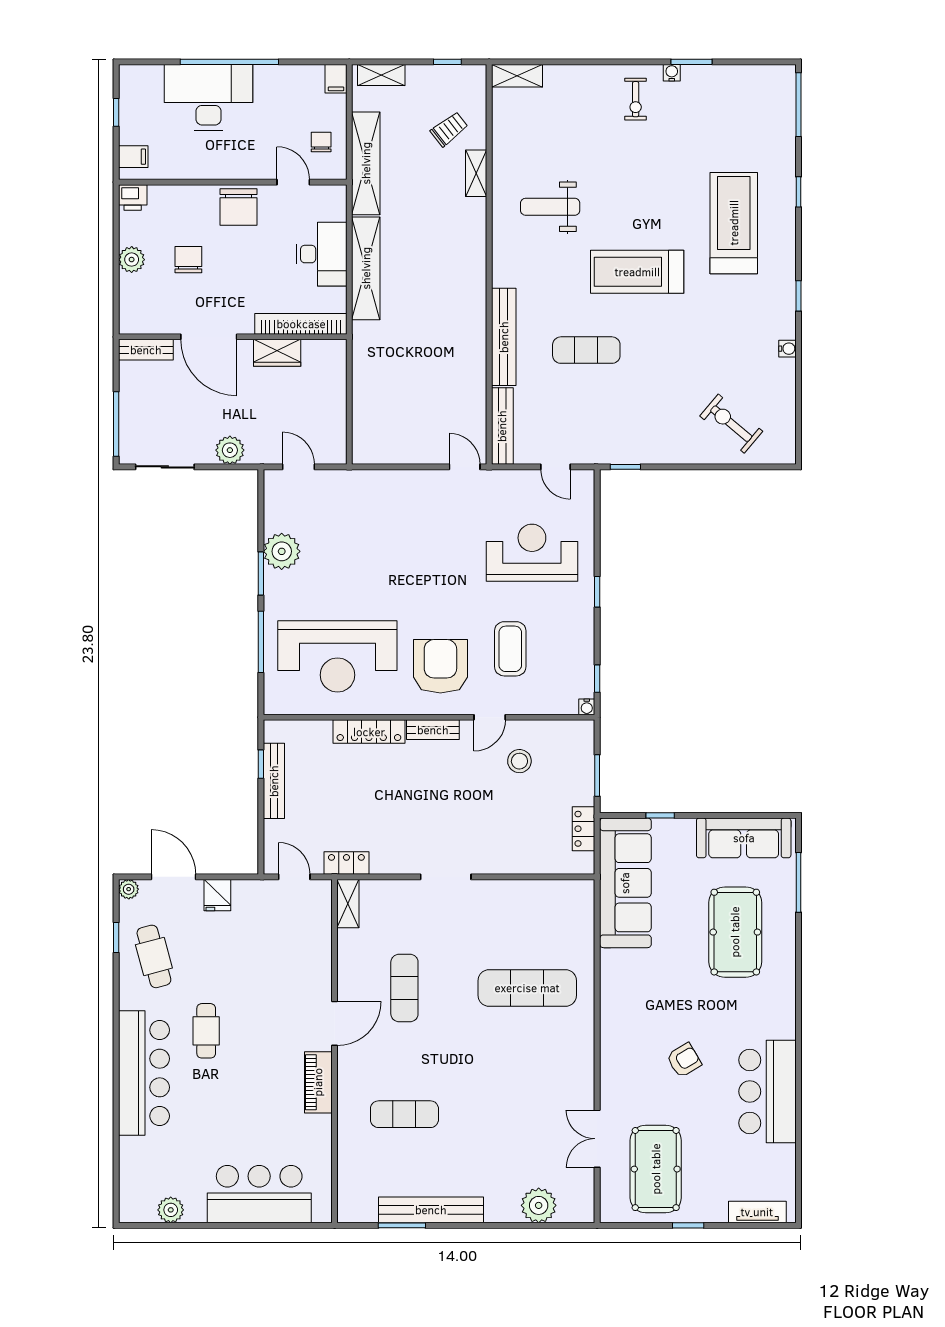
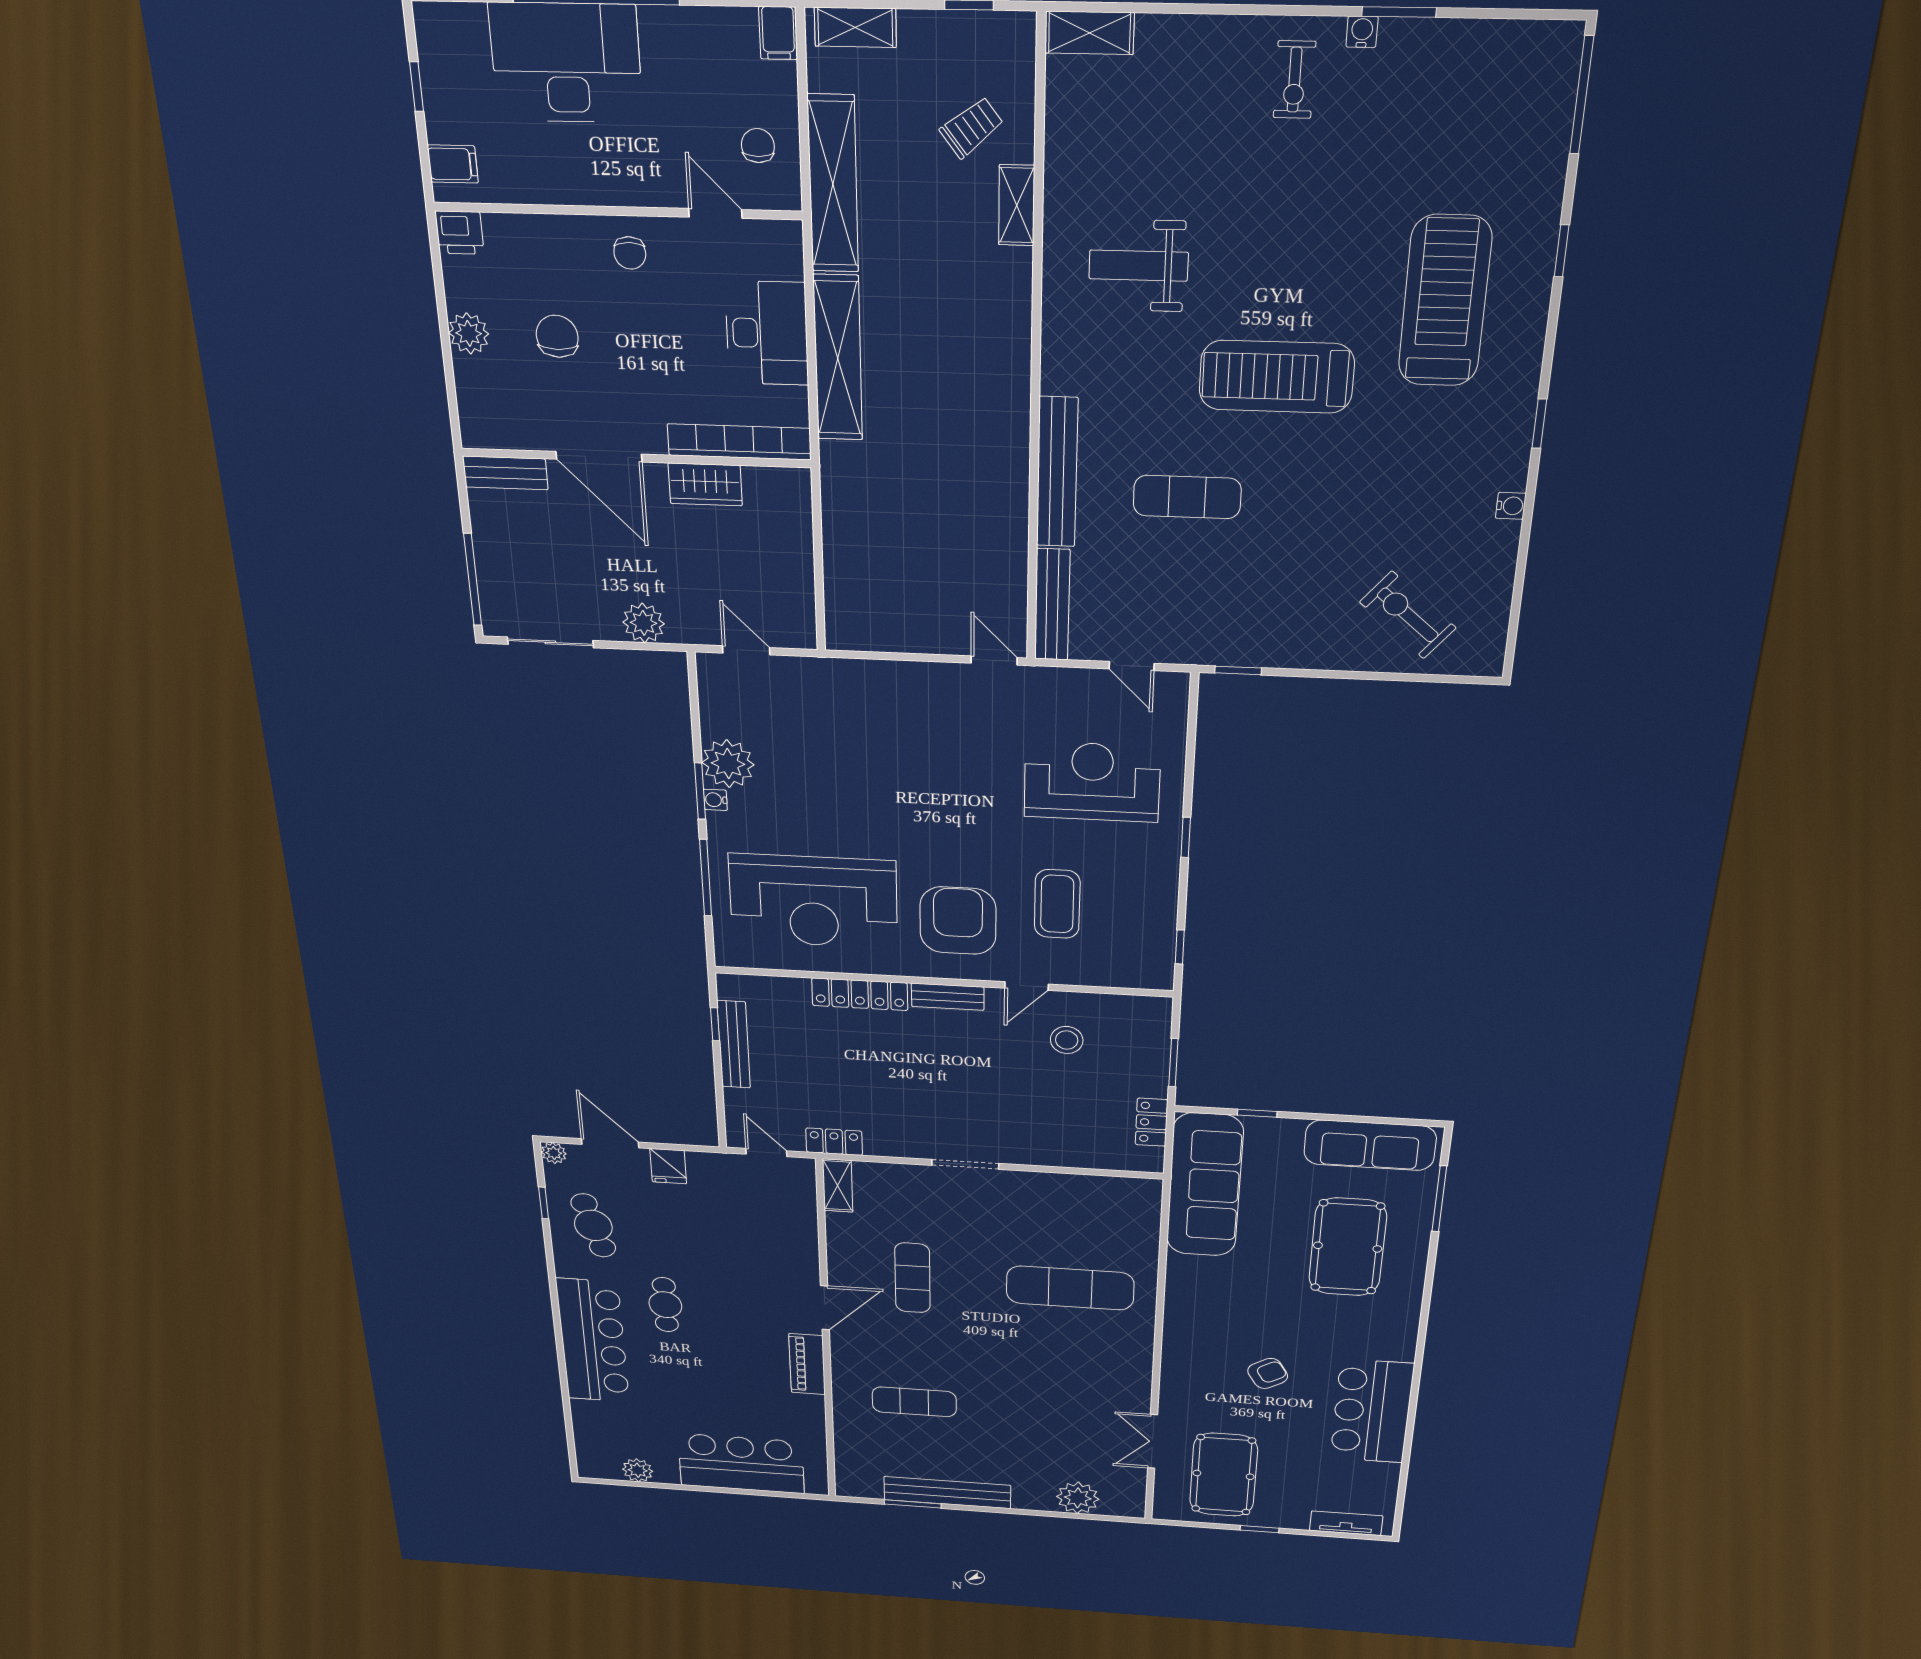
chair: (239, 207) -> (630, 253), width x0.54, depth x0.54
water cooler: (587, 707) -> (715, 800), moved, turned 90

